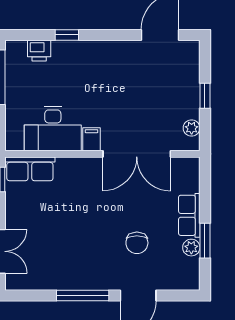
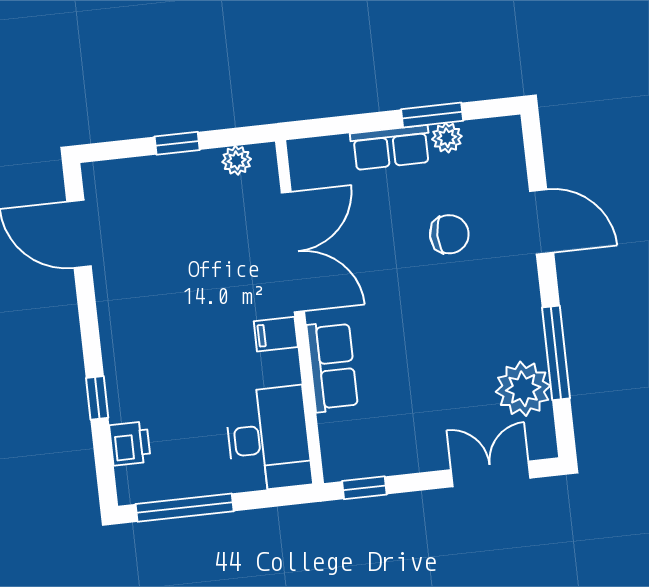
desk: (53, 129) -> (268, 439), moved
row of seats: (30, 169) -> (332, 367), moved
plant: (46, 275) -> (523, 389), added
window: (83, 295) -> (556, 353), moved

